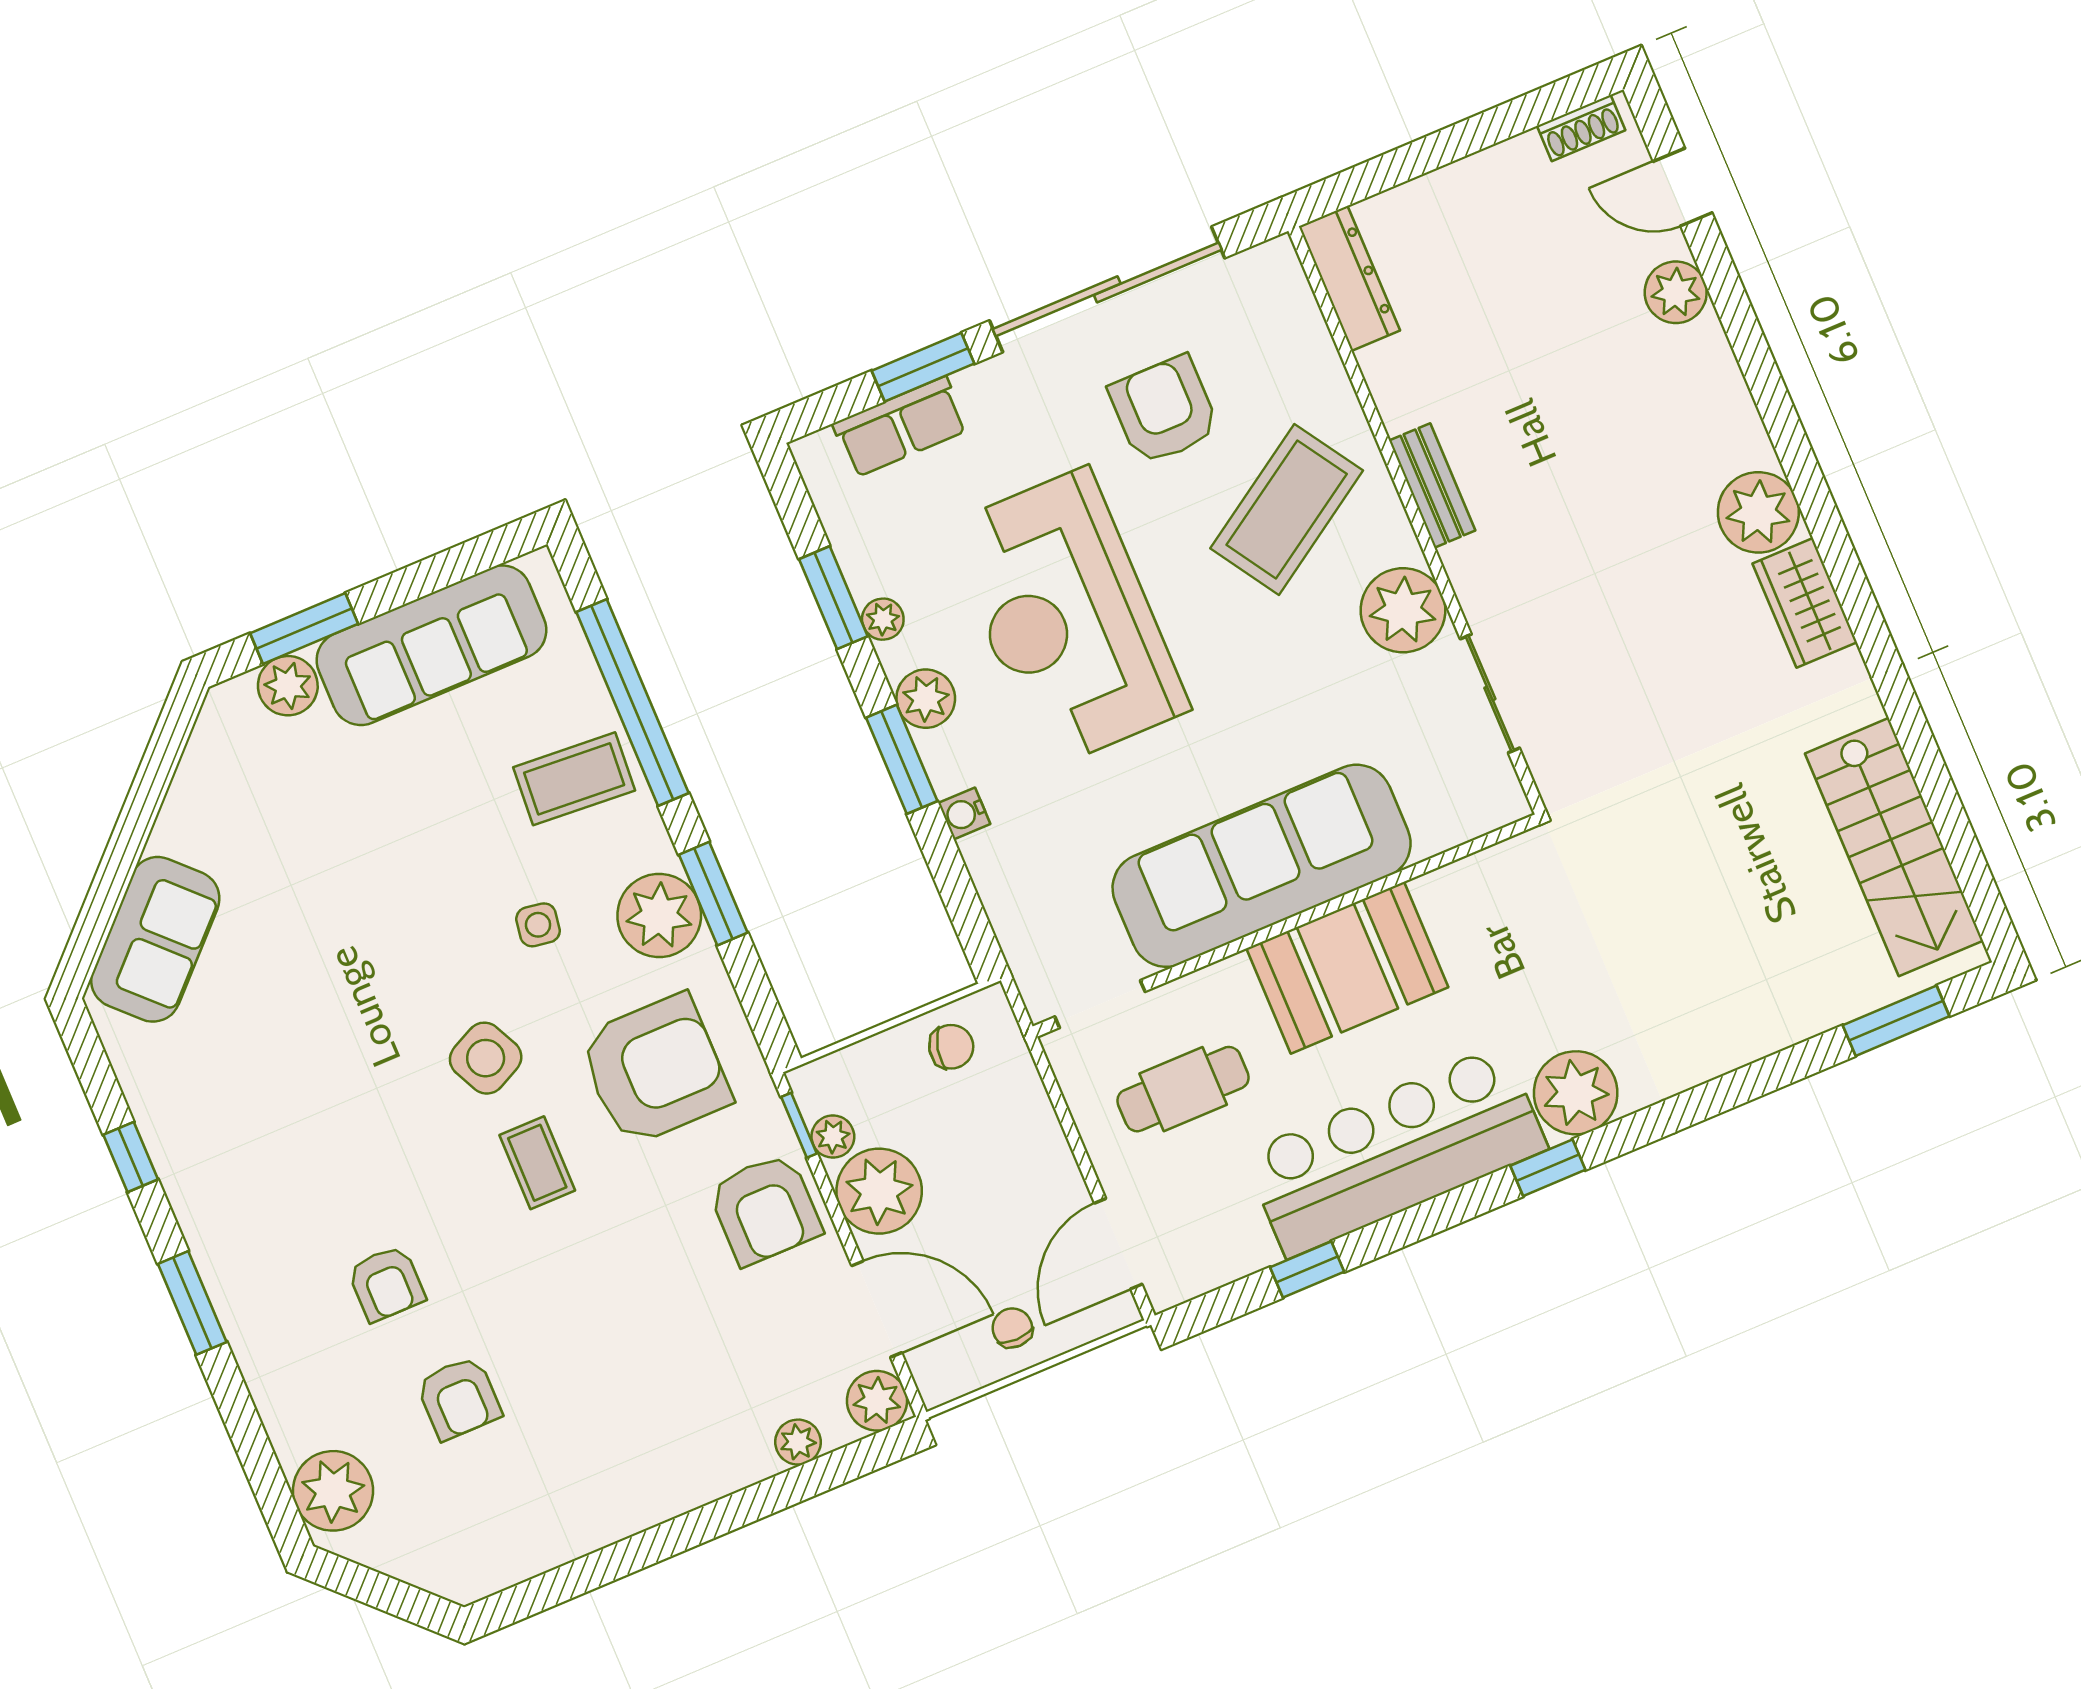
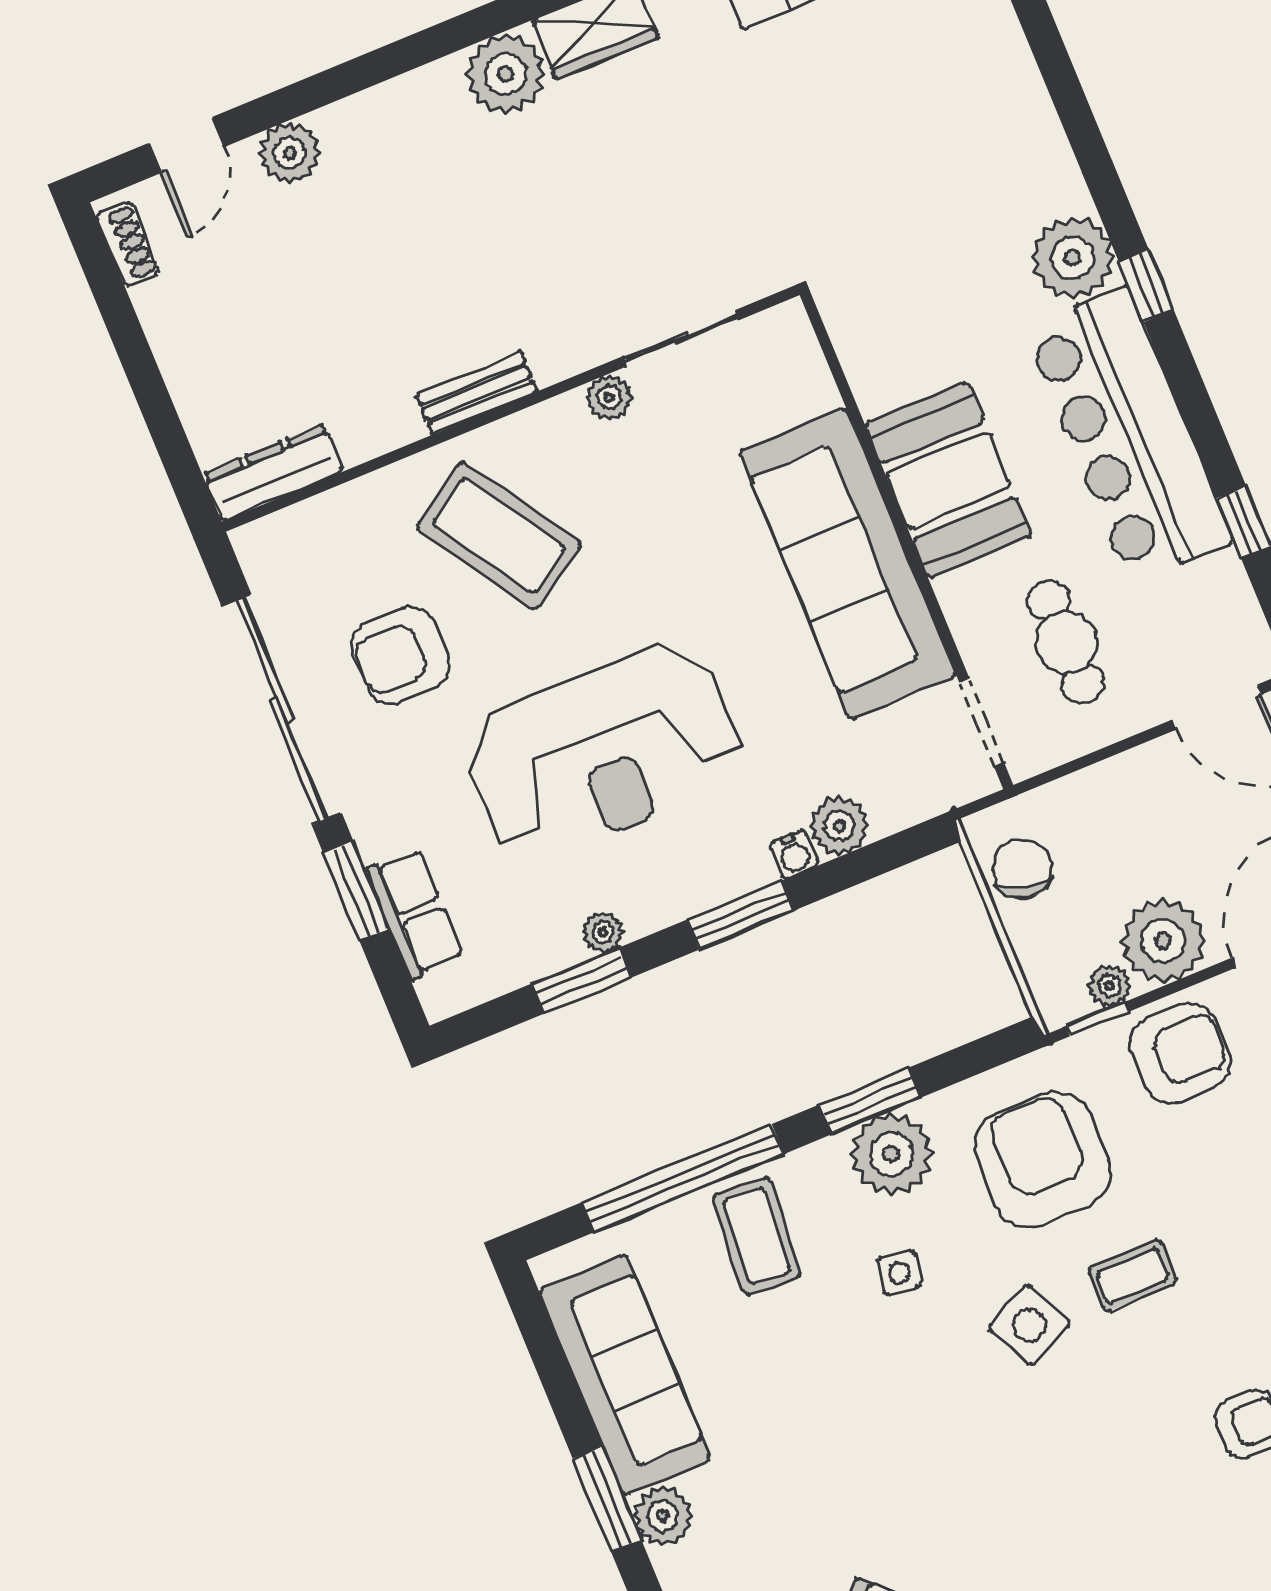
plant: (1403, 610) -> (609, 398), width x0.53, depth x0.53
plant: (926, 699) -> (839, 826), moved
chair: (951, 1047) -> (1022, 869), width x1.37, depth x1.37

